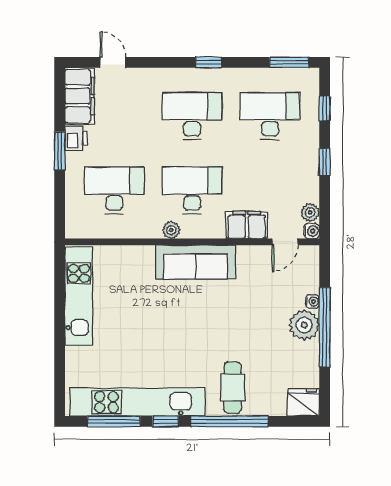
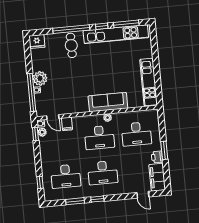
window: (289, 62) -> (75, 201), moved
window: (325, 162) -> (35, 134), moved
filing cabinet: (247, 225) -> (67, 124), width x0.50
door: (285, 242) -> (53, 117), swing flipped
sofa: (196, 262) -> (108, 102), moved
window: (325, 327) -> (31, 92), moved

